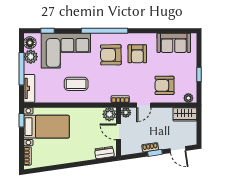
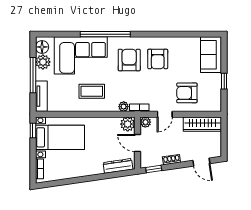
window: (47, 31) -> (61, 34), removed
window: (104, 31) -> (105, 34), moved
sofa: (174, 43) -> (211, 55), moved, turned 90
armchair: (111, 55) -> (129, 60), turned 91
plant: (188, 98) -> (124, 107), moved
wardrobe: (185, 114) -> (202, 124), width x1.50
dresser: (104, 153) -> (118, 166), width x1.44
window: (155, 153) -> (154, 169), moved

